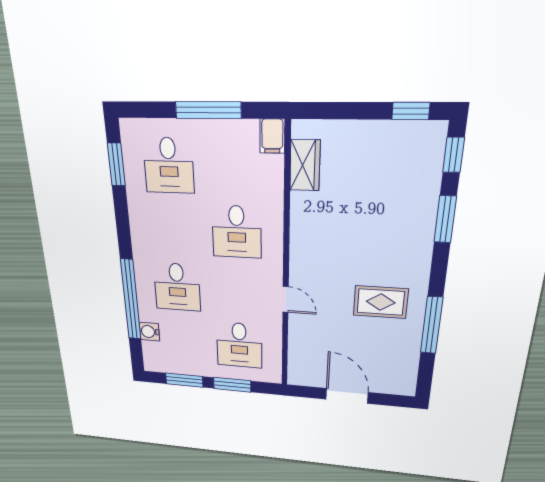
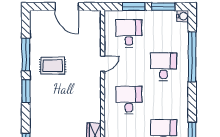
window: (445, 219) -> (26, 91), moved
door: (286, 299) -> (103, 64), swing flipped
water cooler: (149, 332) -> (183, 16), moved

